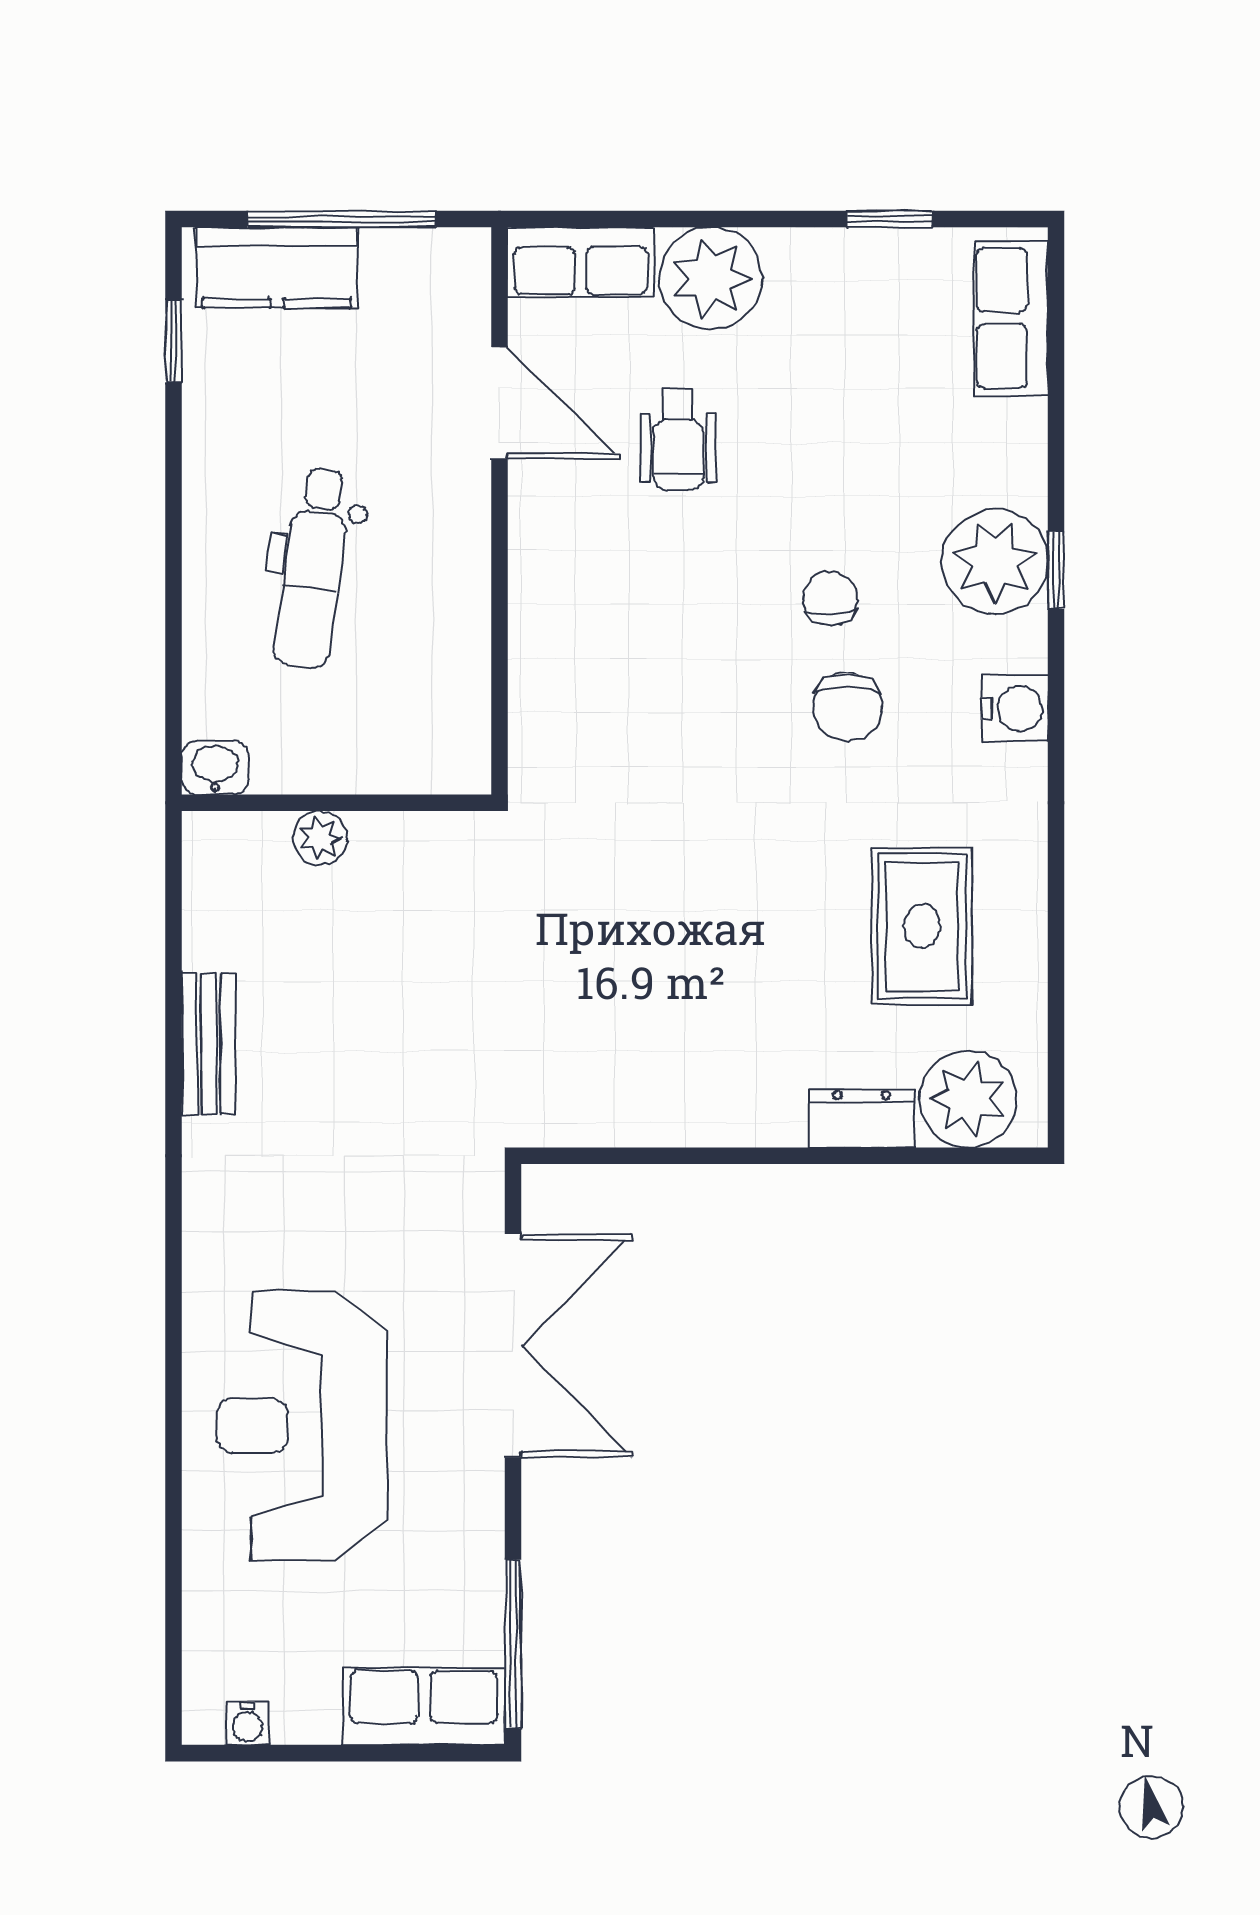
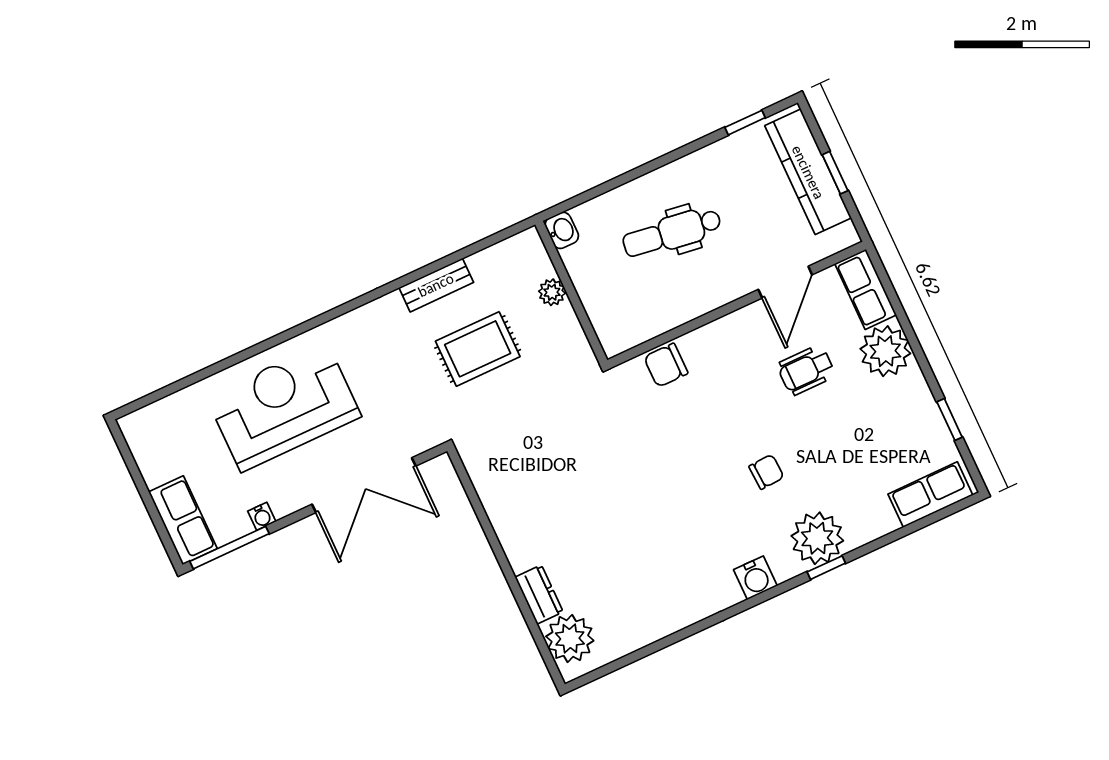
window: (342, 219) -> (835, 173), width x0.46
kitchen counter: (277, 268) -> (808, 172), width x1.50
chair: (847, 707) -> (666, 365), moved
rug: (922, 926) -> (478, 349), moved
water cooler: (248, 1723) -> (262, 516), moved, turned -90

